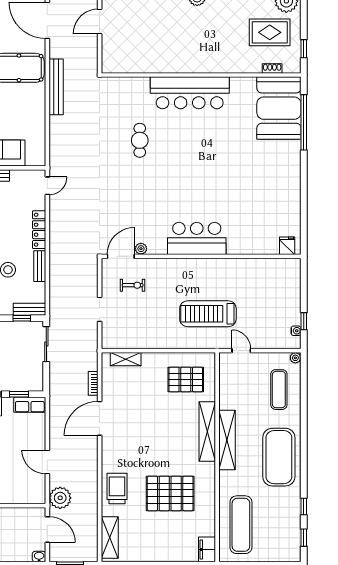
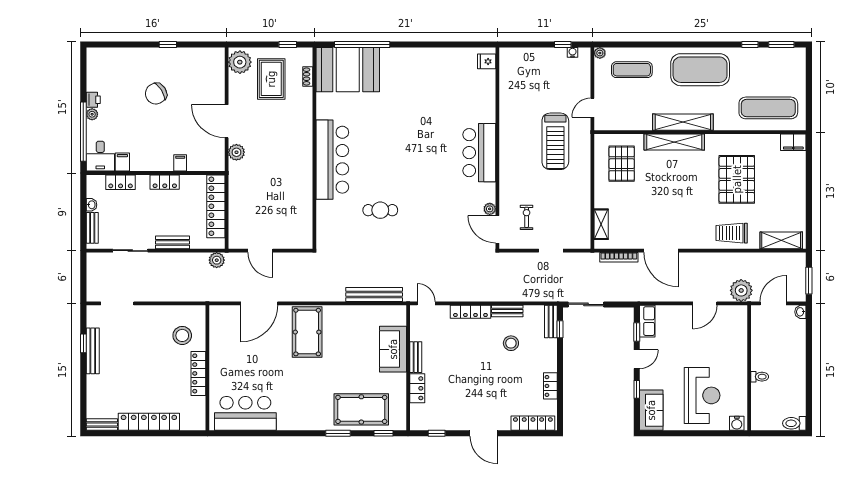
bench: (56, 87) -> (374, 295), moved
bookcase: (93, 383) -> (619, 257), width x1.56
window: (304, 538) -> (781, 44), width x1.50

